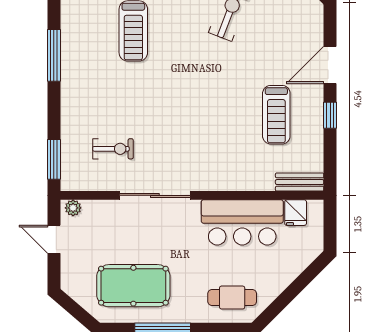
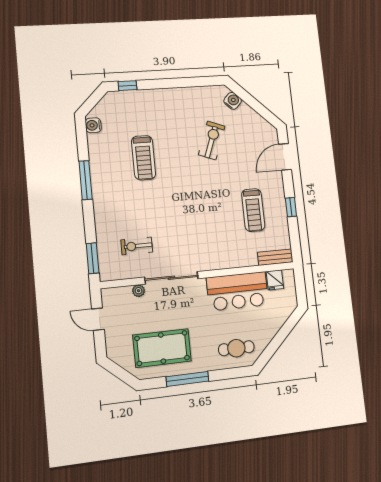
door: (330, 65) -> (285, 157), moved
exercise bike: (113, 149) -> (137, 246), turned 180
plant: (73, 208) -> (139, 291), moved

